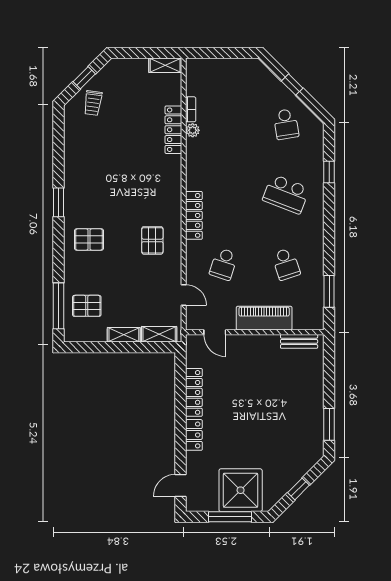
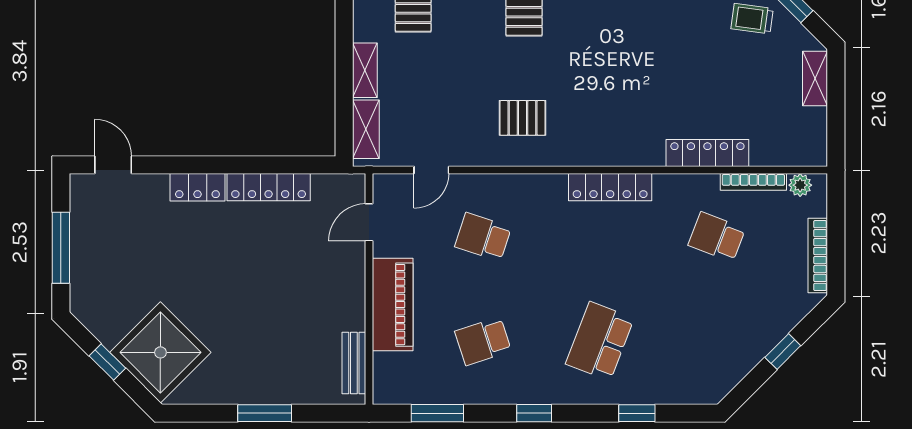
bookcase: (235, 64) -> (818, 256), added
shelving: (165, 65) -> (815, 79), moved
bookcase: (191, 109) -> (753, 182), width x1.56
school desk: (286, 124) -> (717, 237), moved, turned 30
plant: (193, 130) -> (800, 185), moved
locker: (194, 215) -> (610, 187), moved
window: (329, 233) -> (534, 413), added
window: (329, 424) -> (265, 413), moved
shower: (241, 490) -> (160, 352), moved, turned 45

